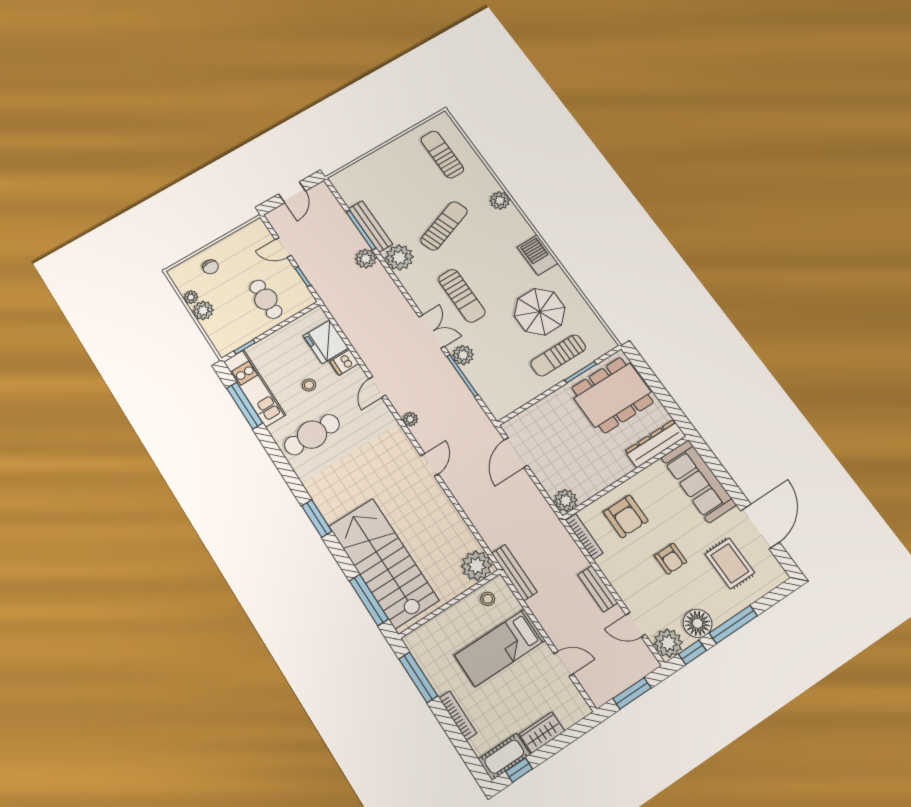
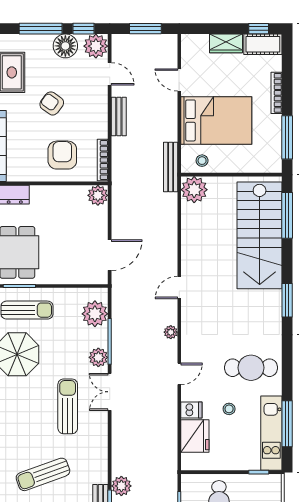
plant: (399, 257) -> (95, 314), moved
armchair: (671, 559) -> (52, 103), turned -54
bed: (500, 648) -> (216, 120), width x1.50

